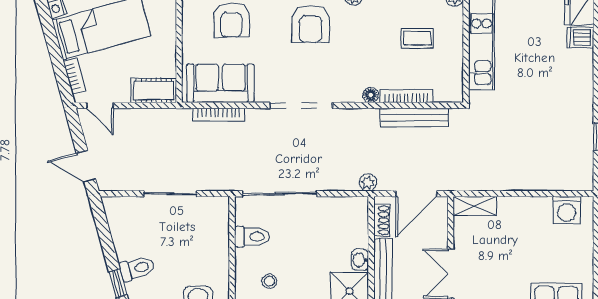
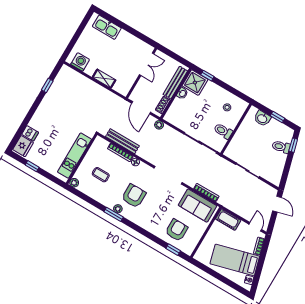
armchair: (311, 24) -> (134, 196), moved
door: (416, 194) -> (141, 108), swing flipped
shelving: (475, 206) -> (104, 79), moved

